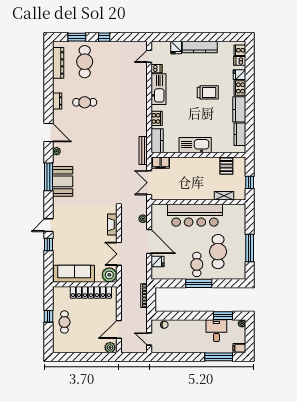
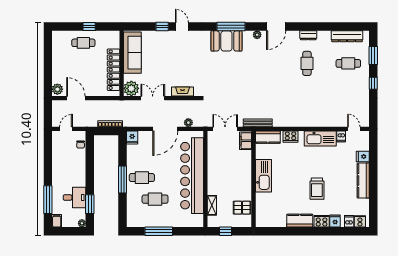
cafe table: (85, 62) -> (348, 63), width x0.73, depth x0.74
kitchen counter: (240, 134) -> (274, 221), removed
bar counter: (195, 215) -> (192, 176), width x1.36
cafe table: (218, 252) -> (155, 199), width x0.73, depth x0.74
fridge: (157, 262) -> (132, 137), moved

